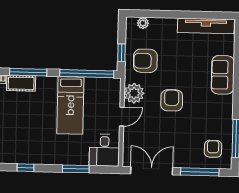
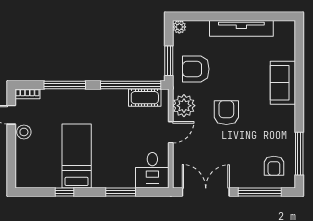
plant: (143, 23) -> (179, 27), moved
tv unit: (206, 26) -> (241, 28), moved
window: (121, 53) -> (169, 61), width x1.50
cot: (21, 83) -> (145, 98), moved
bed: (70, 105) -> (77, 156), moved, turned 180
armchair: (213, 149) -> (274, 166), turned 180

